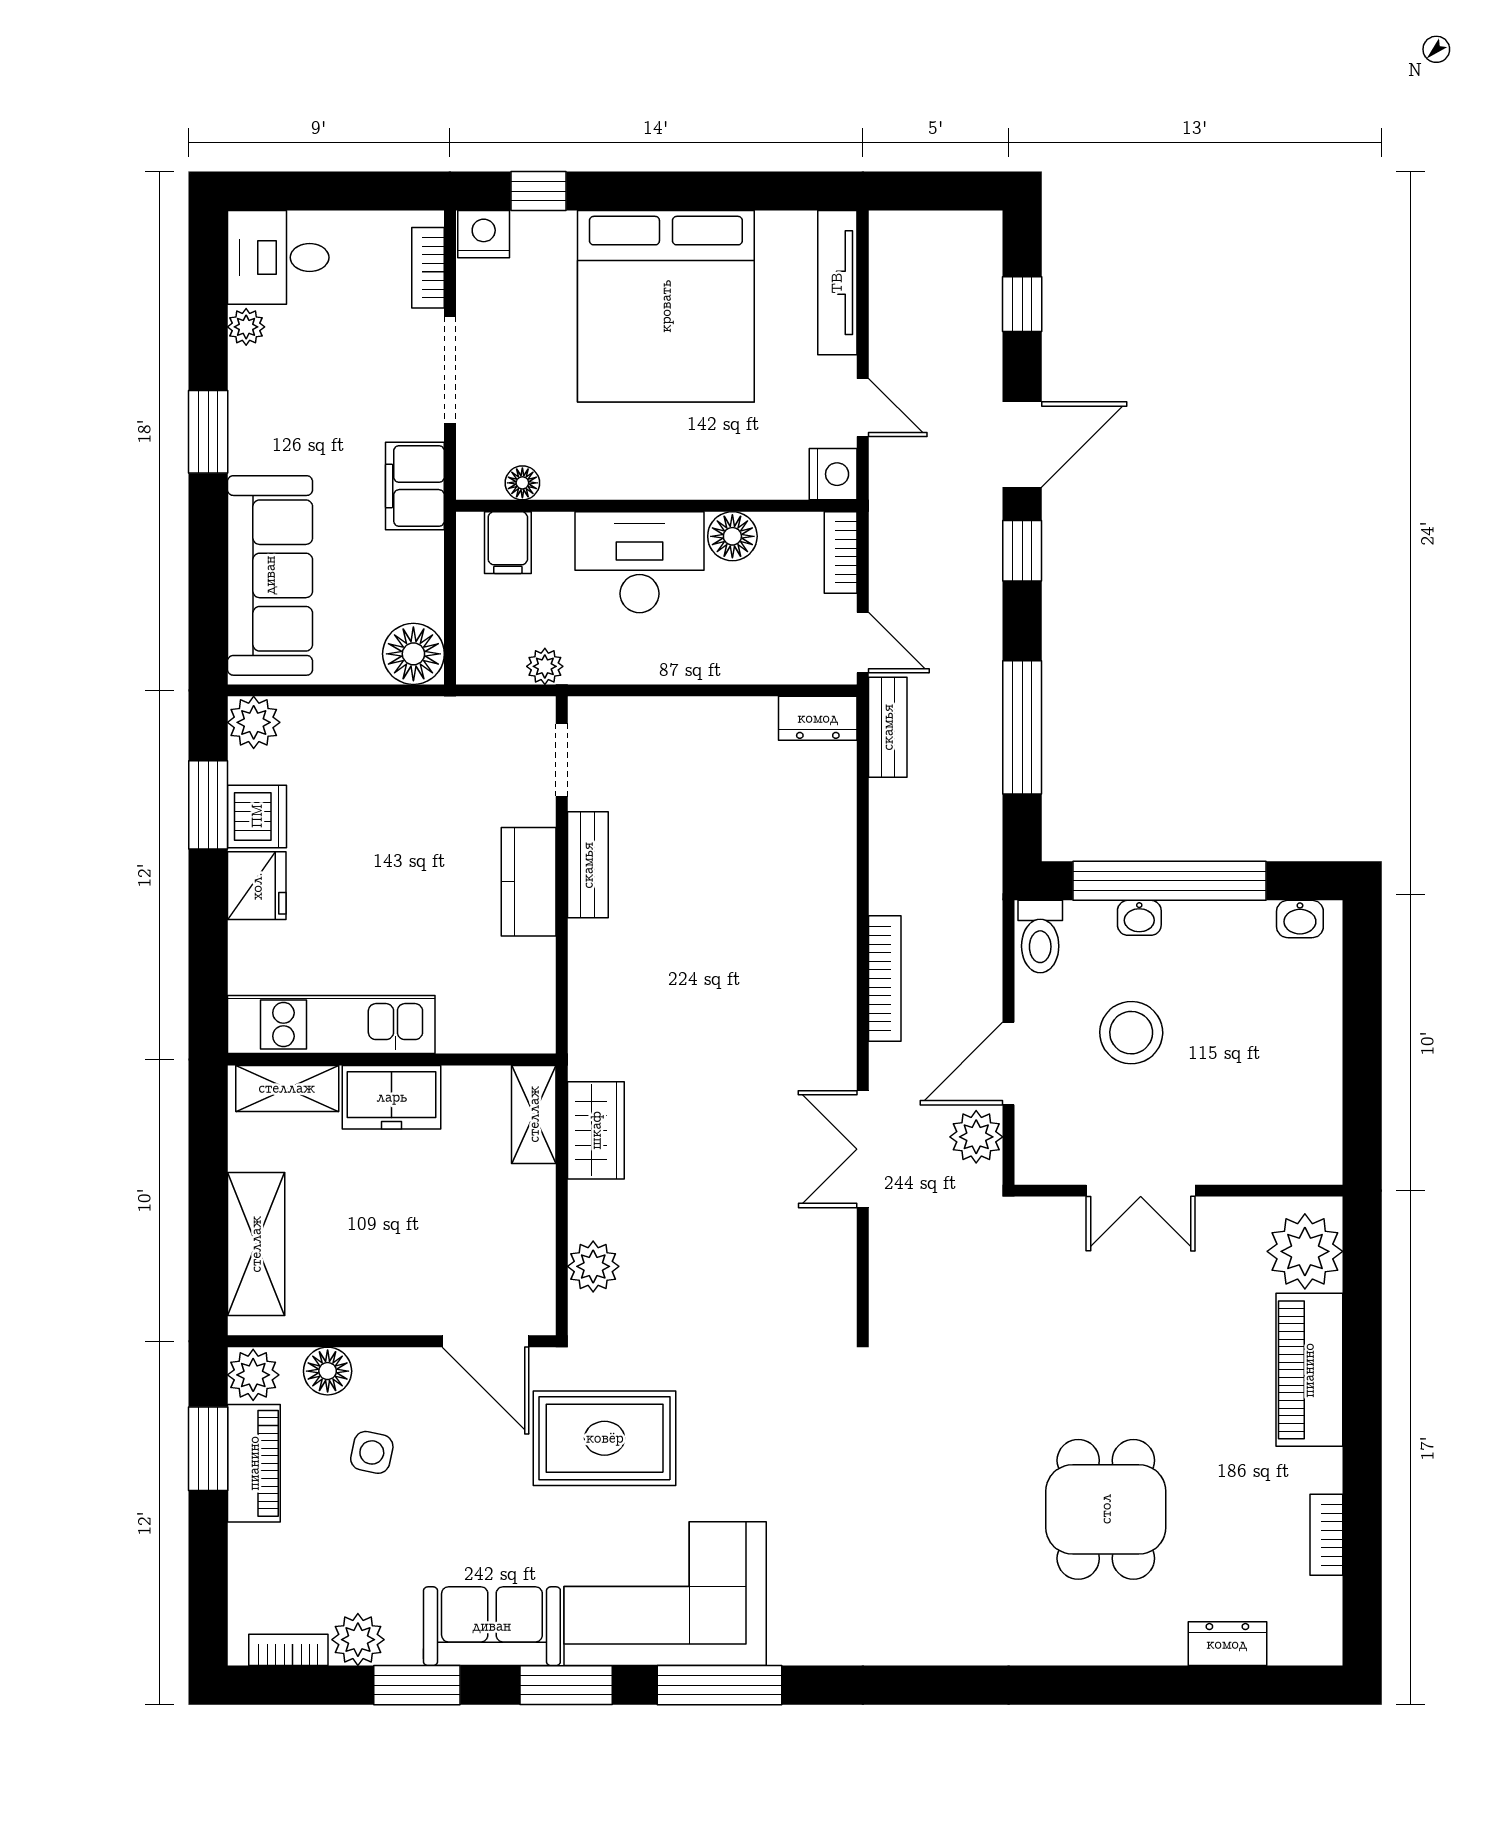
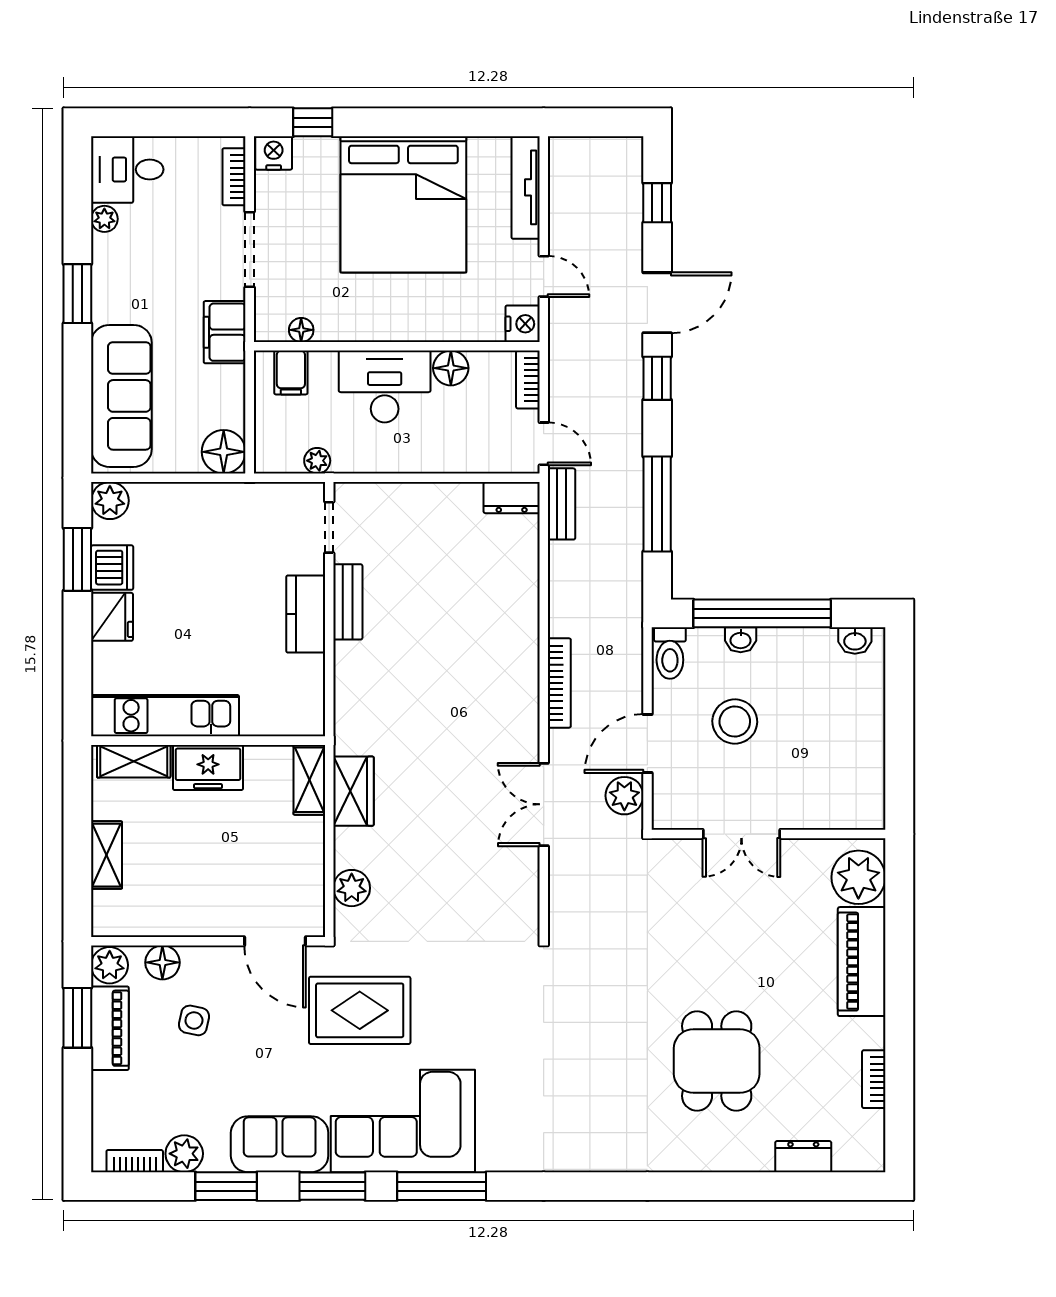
shelving: (256, 1244) -> (107, 855), width x0.67, depth x0.75

